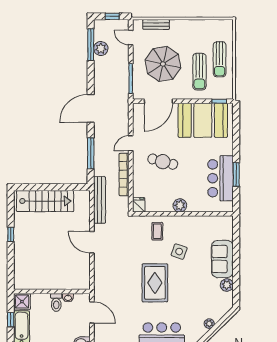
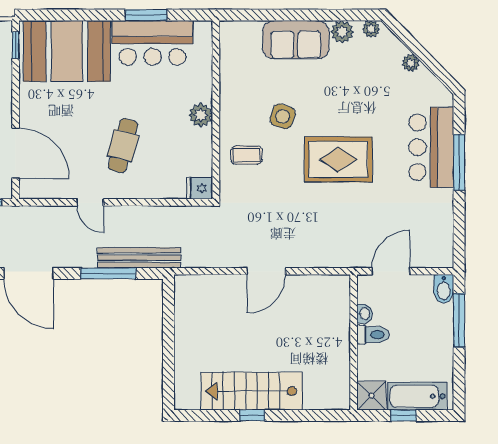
booth: (203, 120) -> (67, 51), moved, turned 90
bookcase: (124, 174) -> (146, 214), removed
bench: (100, 200) -> (139, 258), moved
stairs: (45, 201) -> (252, 391), moved, turned -90
plant: (228, 301) -> (371, 29), added

